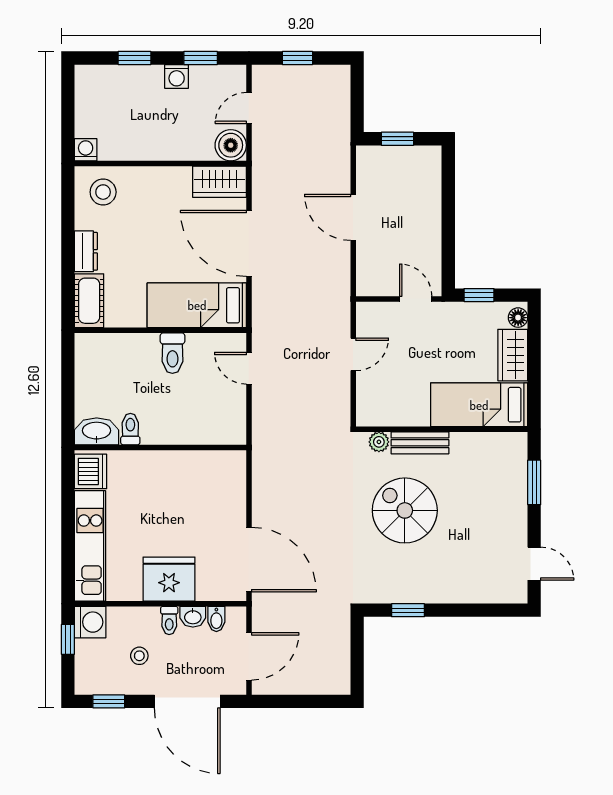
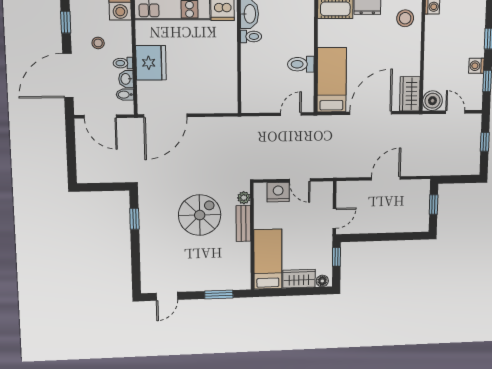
nightstand: (371, 388) -> (278, 192), added

